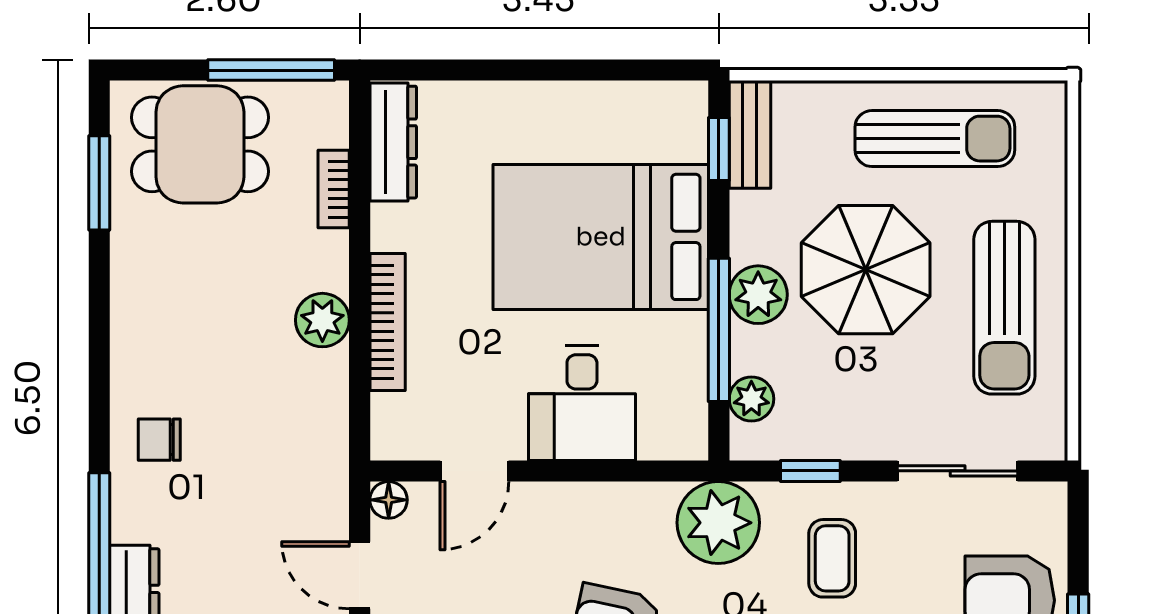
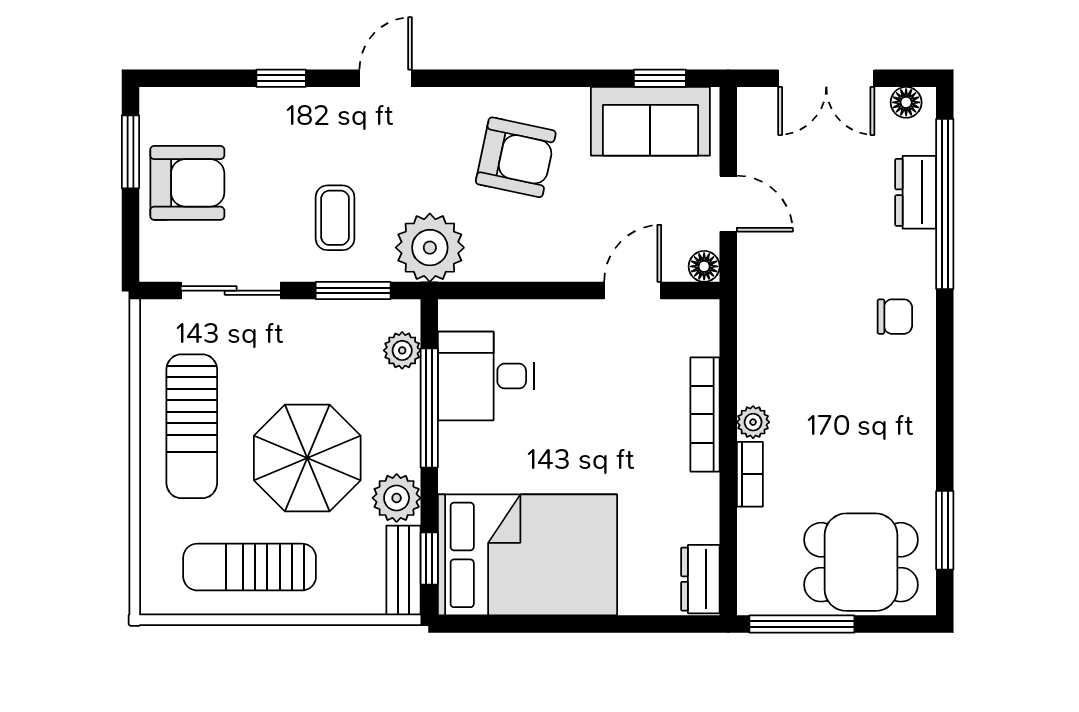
dresser: (393, 142) -> (700, 579), width x0.70
bookcase: (334, 189) -> (750, 474), moved
bed: (601, 237) -> (528, 555), moved
plant: (758, 295) -> (397, 498), moved
sun lounger: (1004, 308) -> (192, 426), turned 180
plant: (322, 320) -> (753, 422), width x0.73, depth x0.73
desk: (582, 403) -> (486, 376), moved, turned -90
window: (810, 471) -> (353, 291), width x1.50

